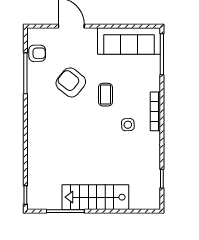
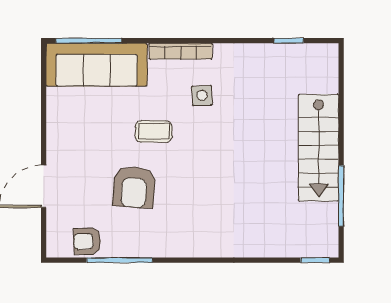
sofa: (129, 41) -> (97, 65), moved, turned 90
armchair: (37, 53) -> (87, 241), turned -91
armchair: (71, 82) -> (134, 187), turned -35

